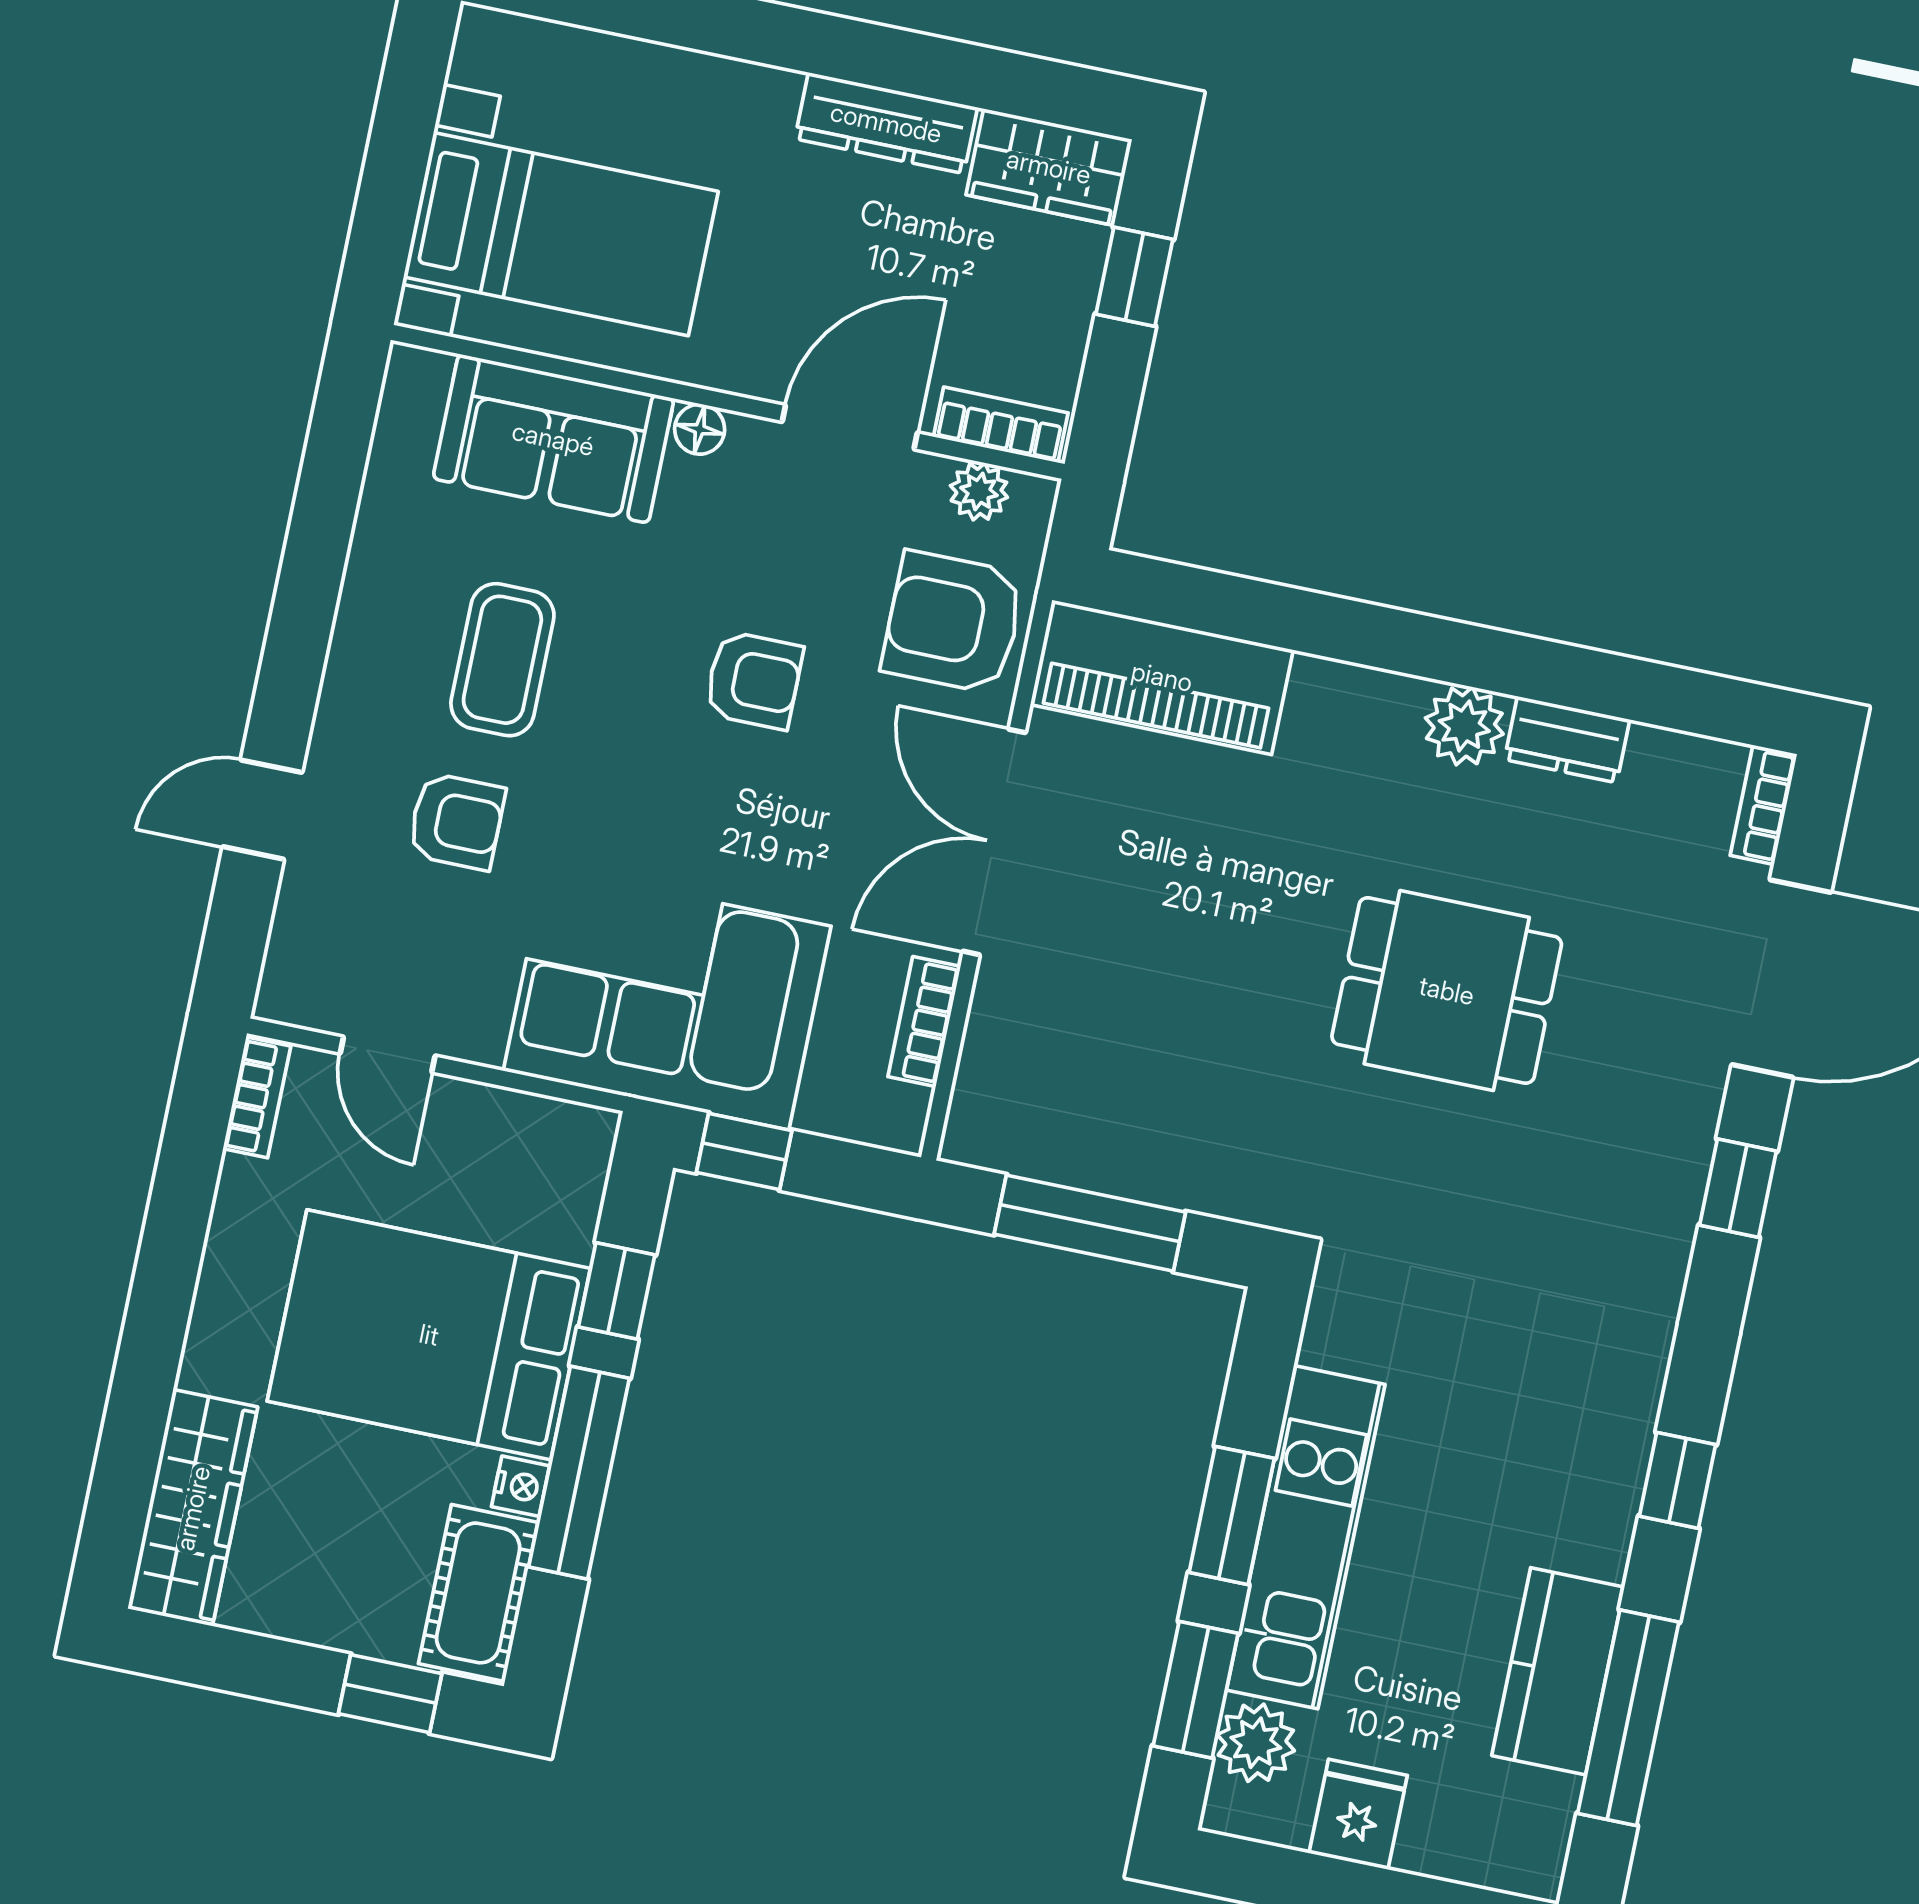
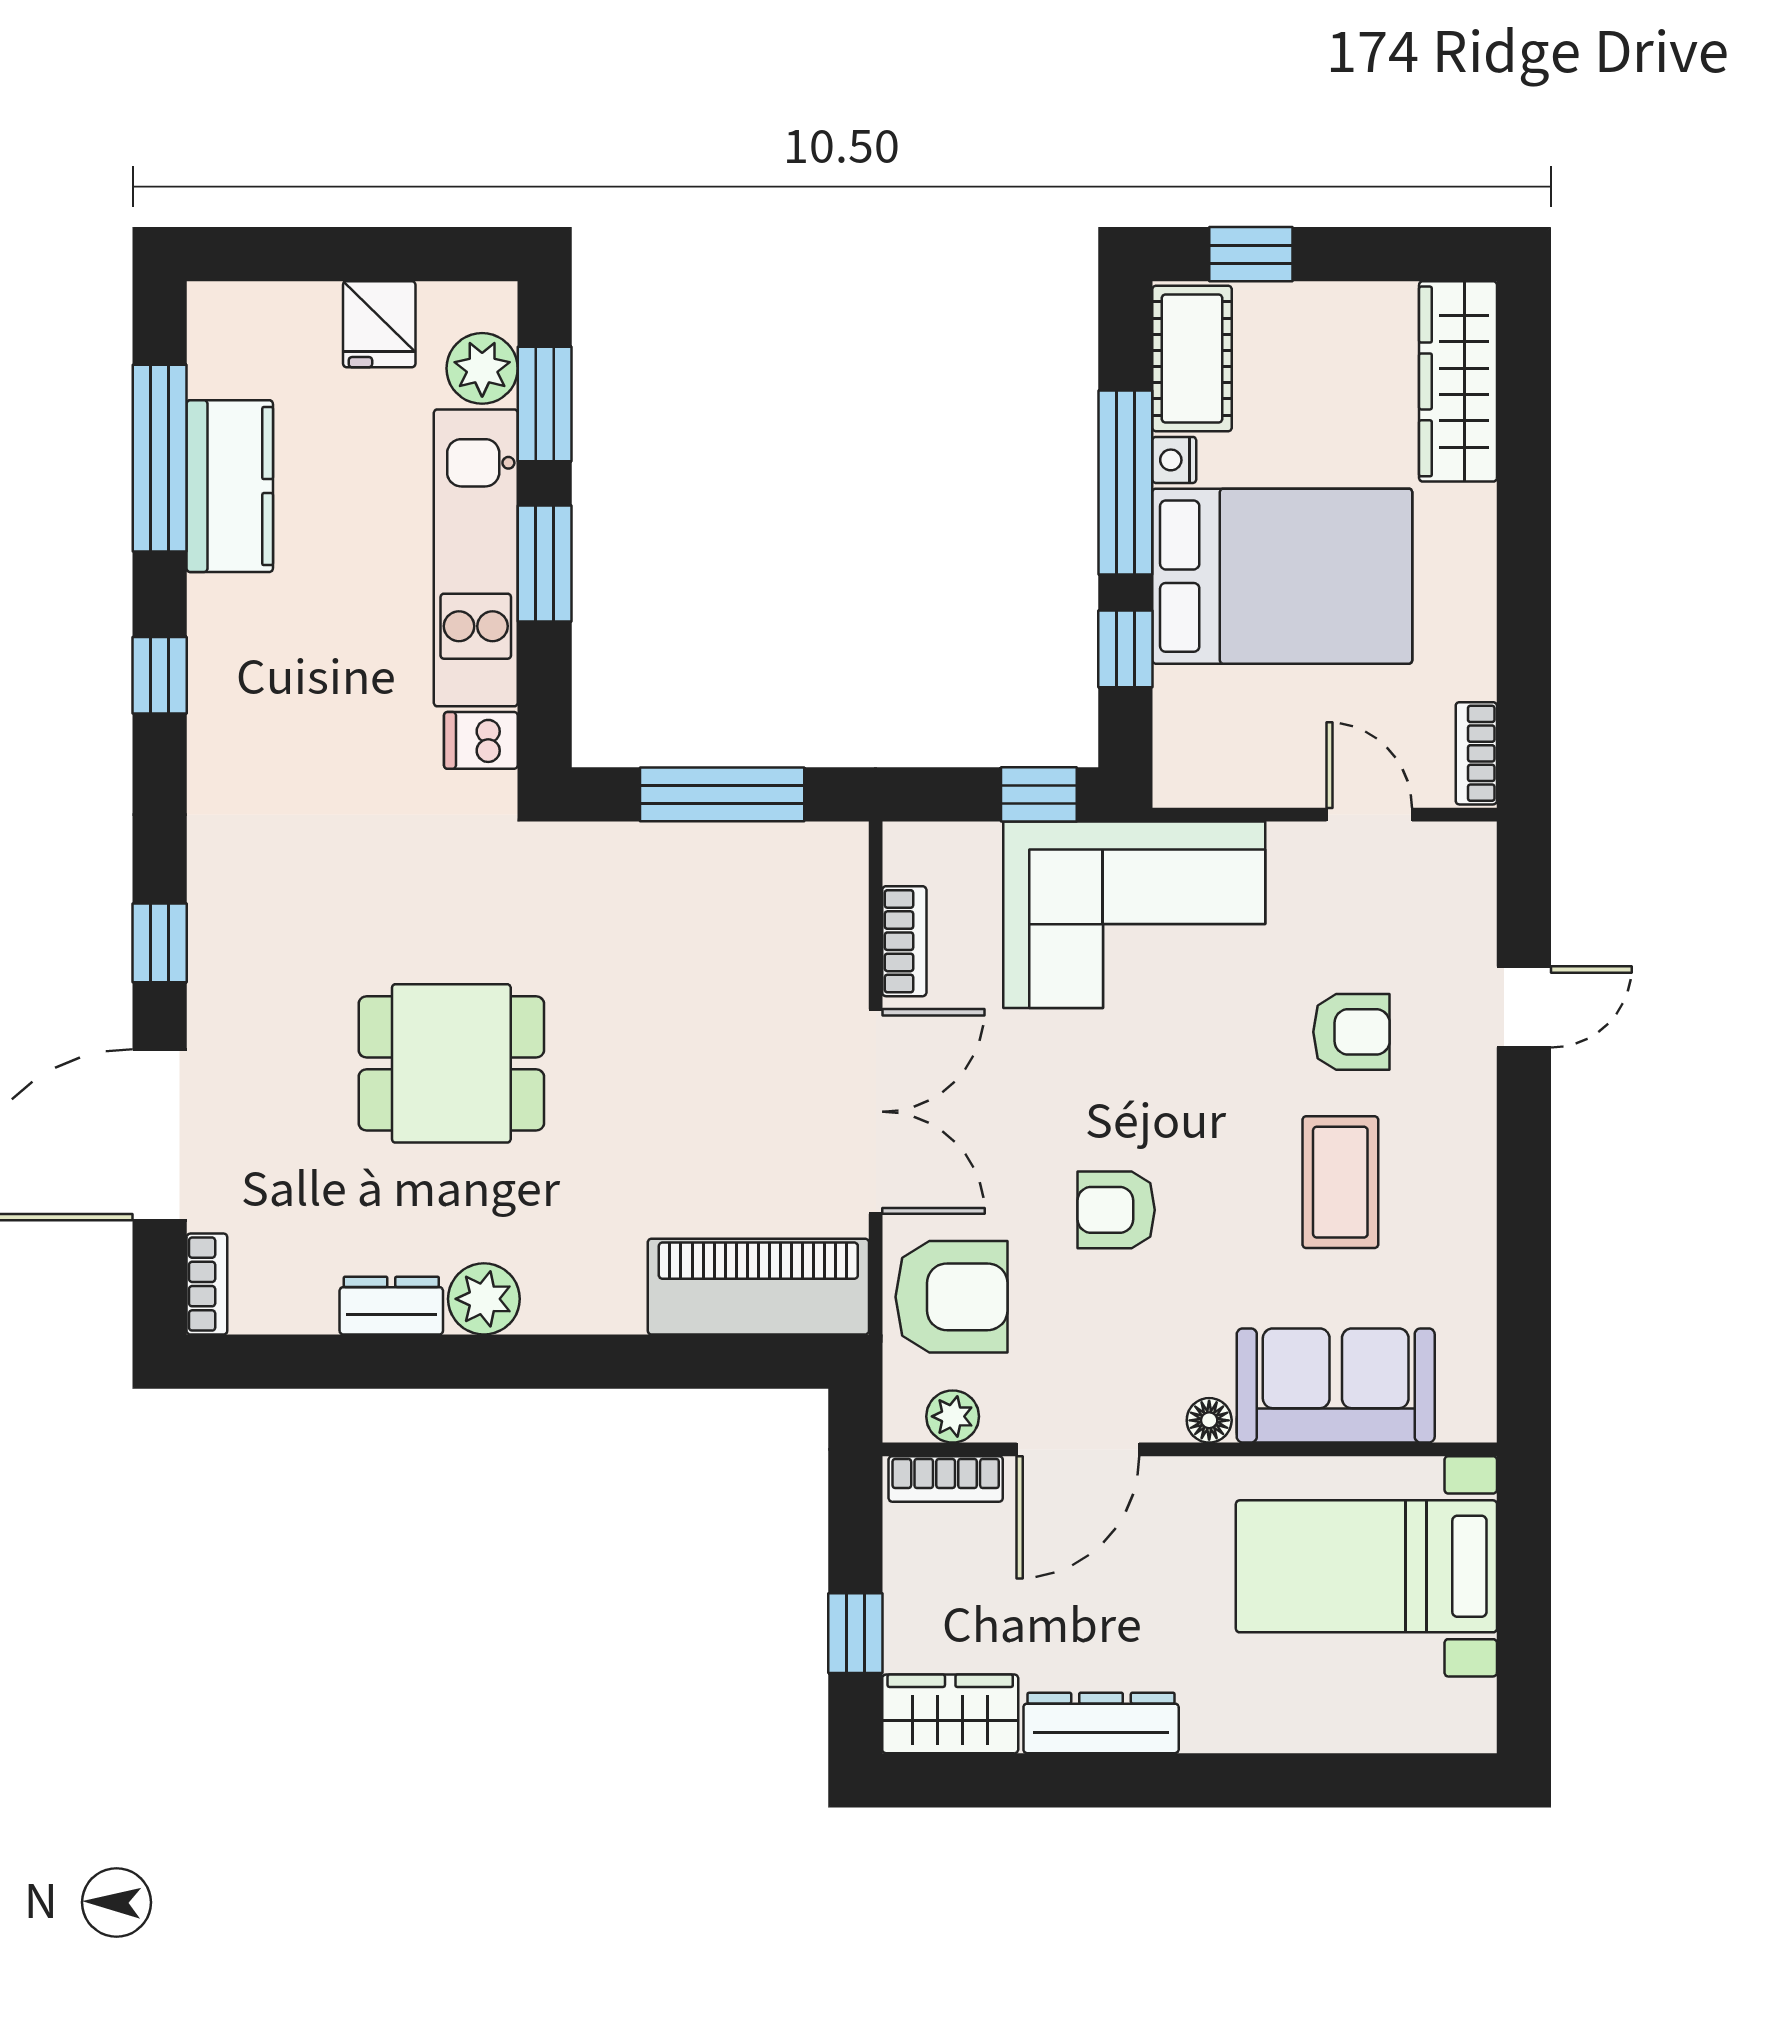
armchair: (456, 821) -> (1351, 1032), turned 180
dishwasher: (1341, 1337) -> (481, 740), added

